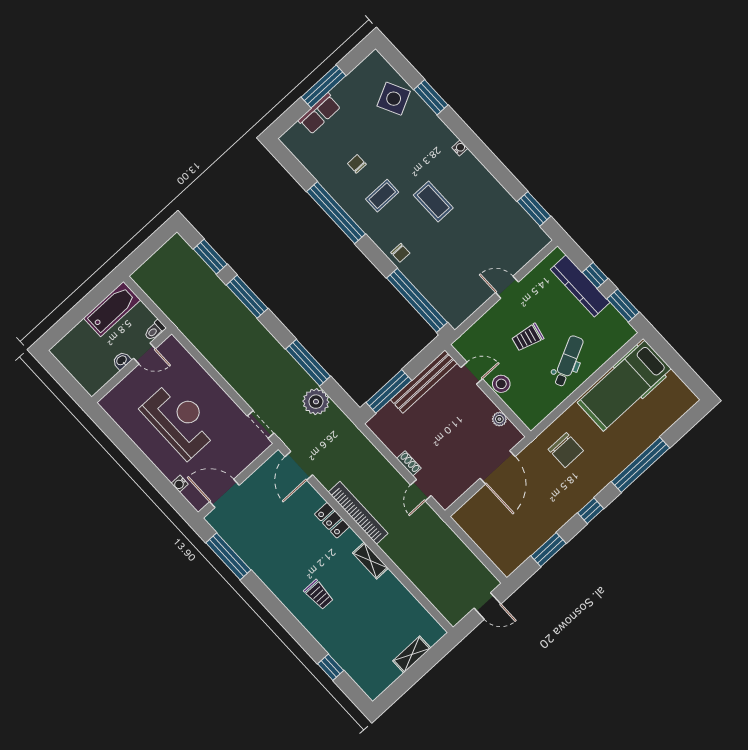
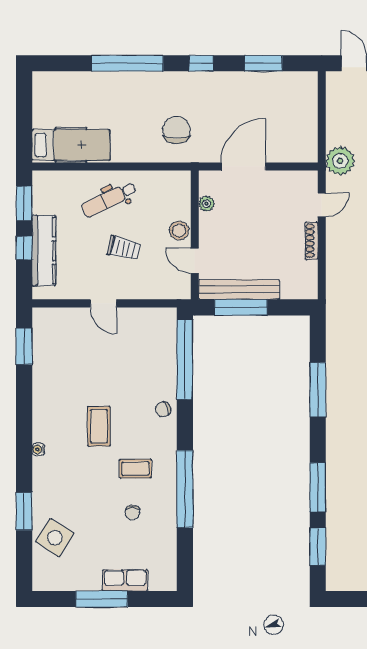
side table: (394, 99) -> (55, 538), turned -31
chair: (400, 253) -> (163, 409), turned -111
hospital bed: (624, 386) -> (71, 145), width x0.73, depth x0.78
window: (389, 391) -> (241, 307), moved
plant: (316, 402) -> (340, 161), moved
shoe rack: (409, 463) -> (311, 241), width x1.43

